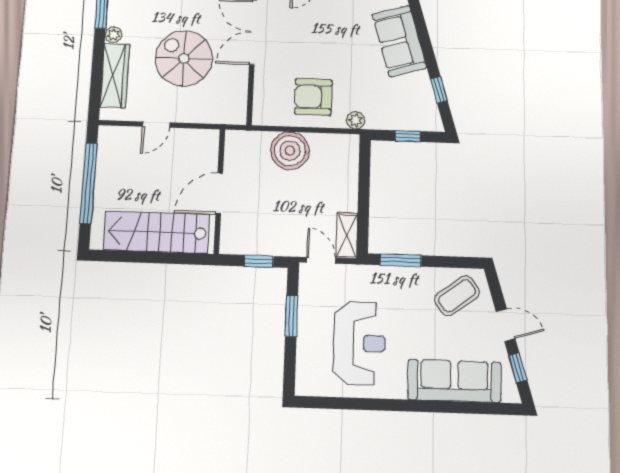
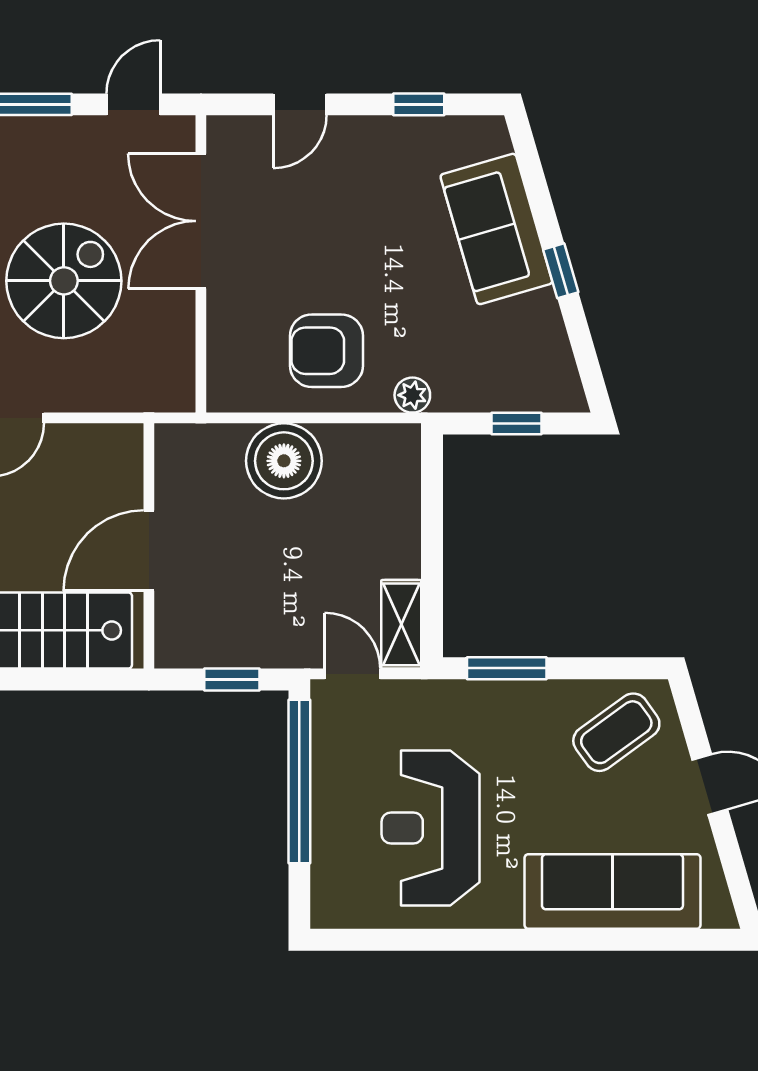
spiral stairs: (184, 58) -> (64, 281), turned 90
window: (439, 90) -> (561, 271), moved
window: (292, 316) -> (299, 781), width x2.11
reception desk: (359, 343) -> (431, 828), turned 180
window: (518, 368) -> (733, 863), removed

